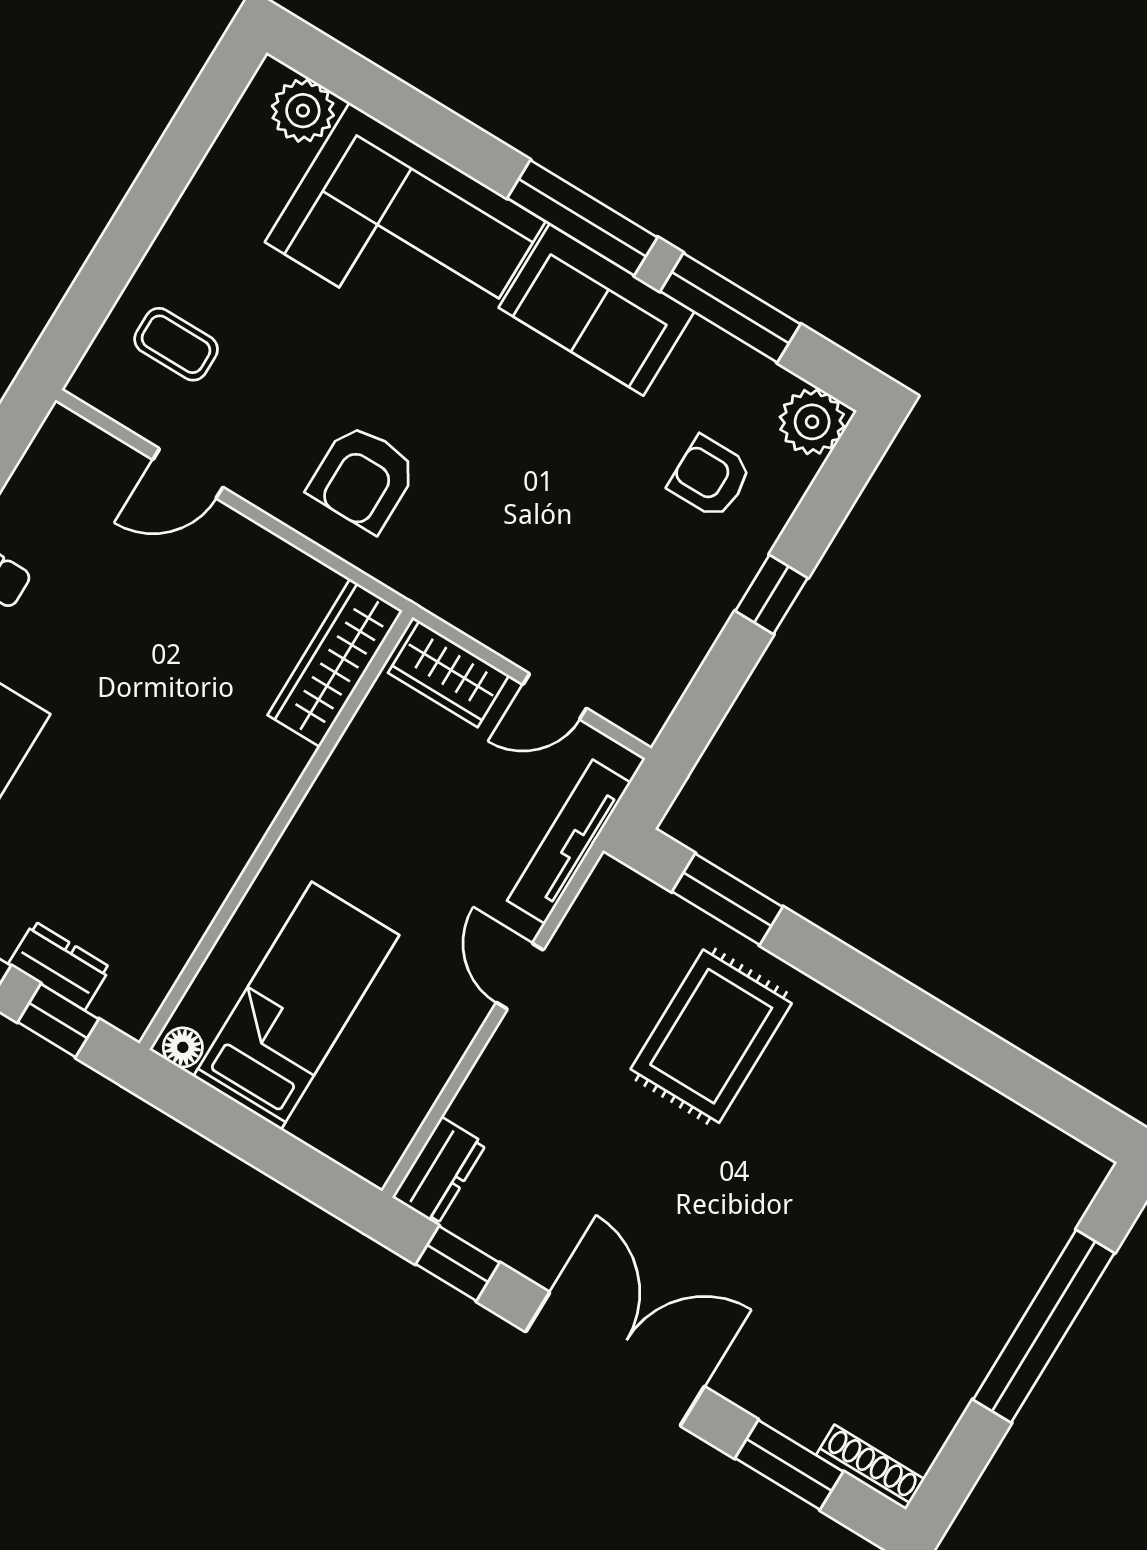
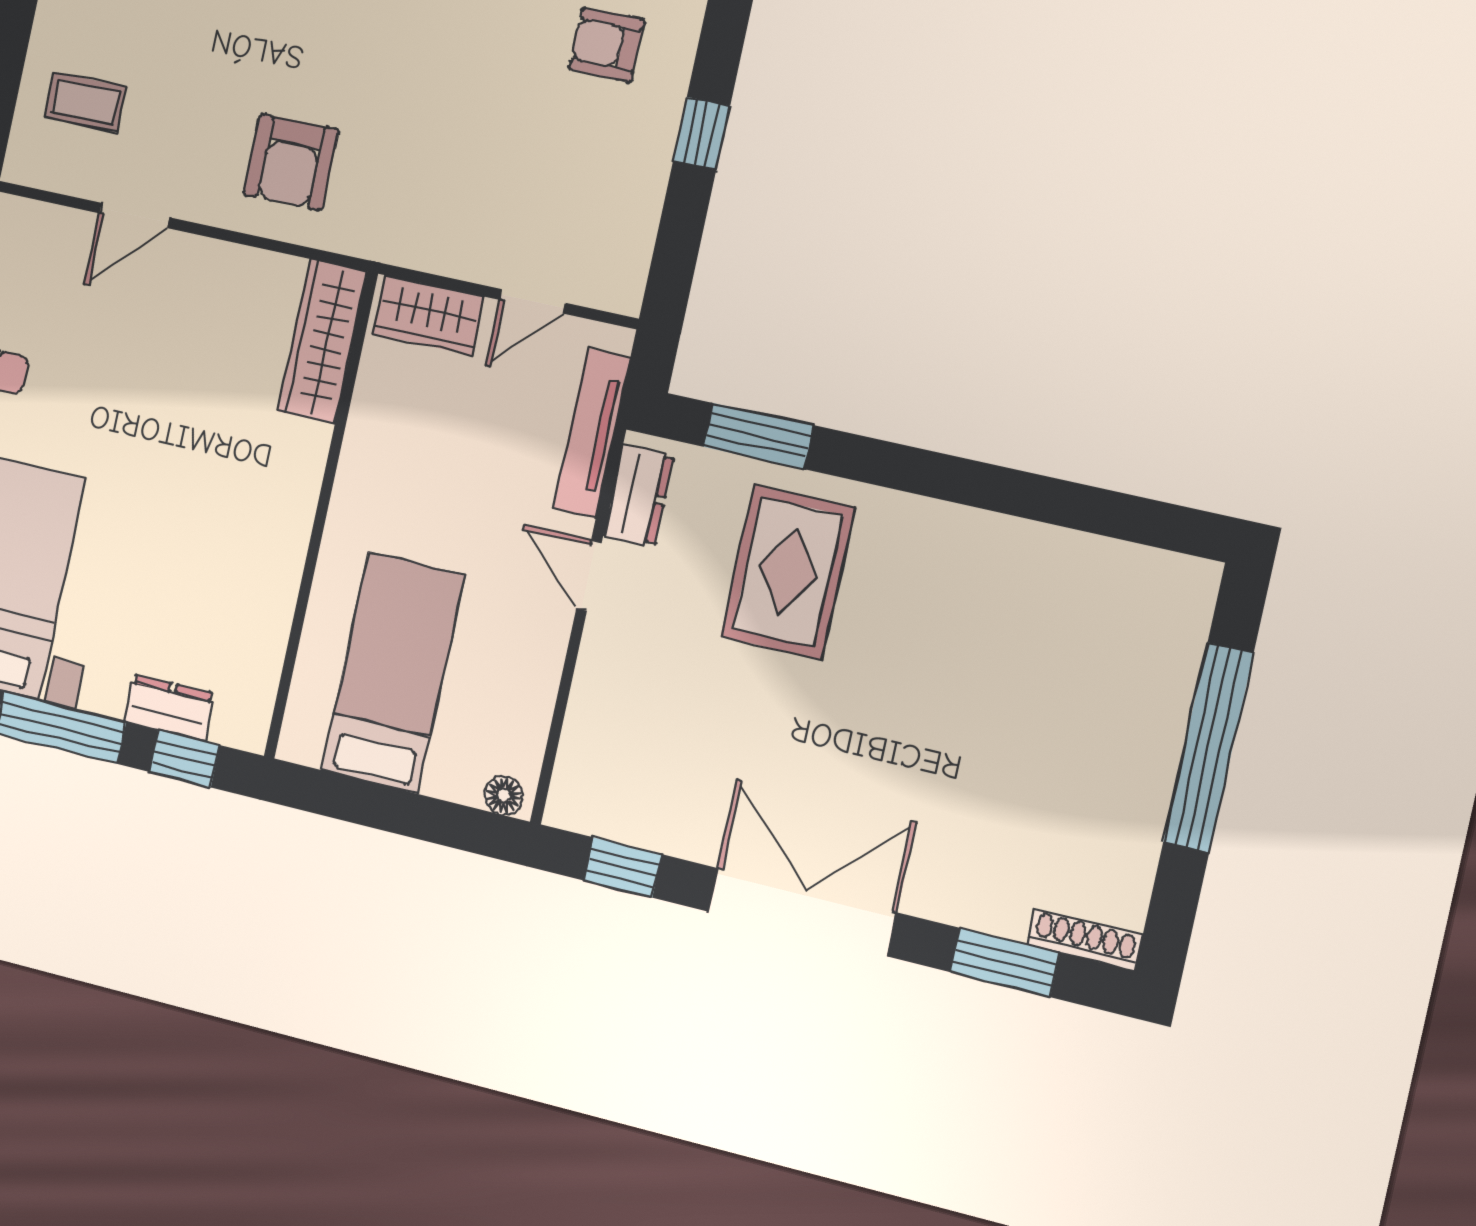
floor lamp: (183, 1047) -> (504, 795), moved
dresser: (439, 1171) -> (639, 496), moved

